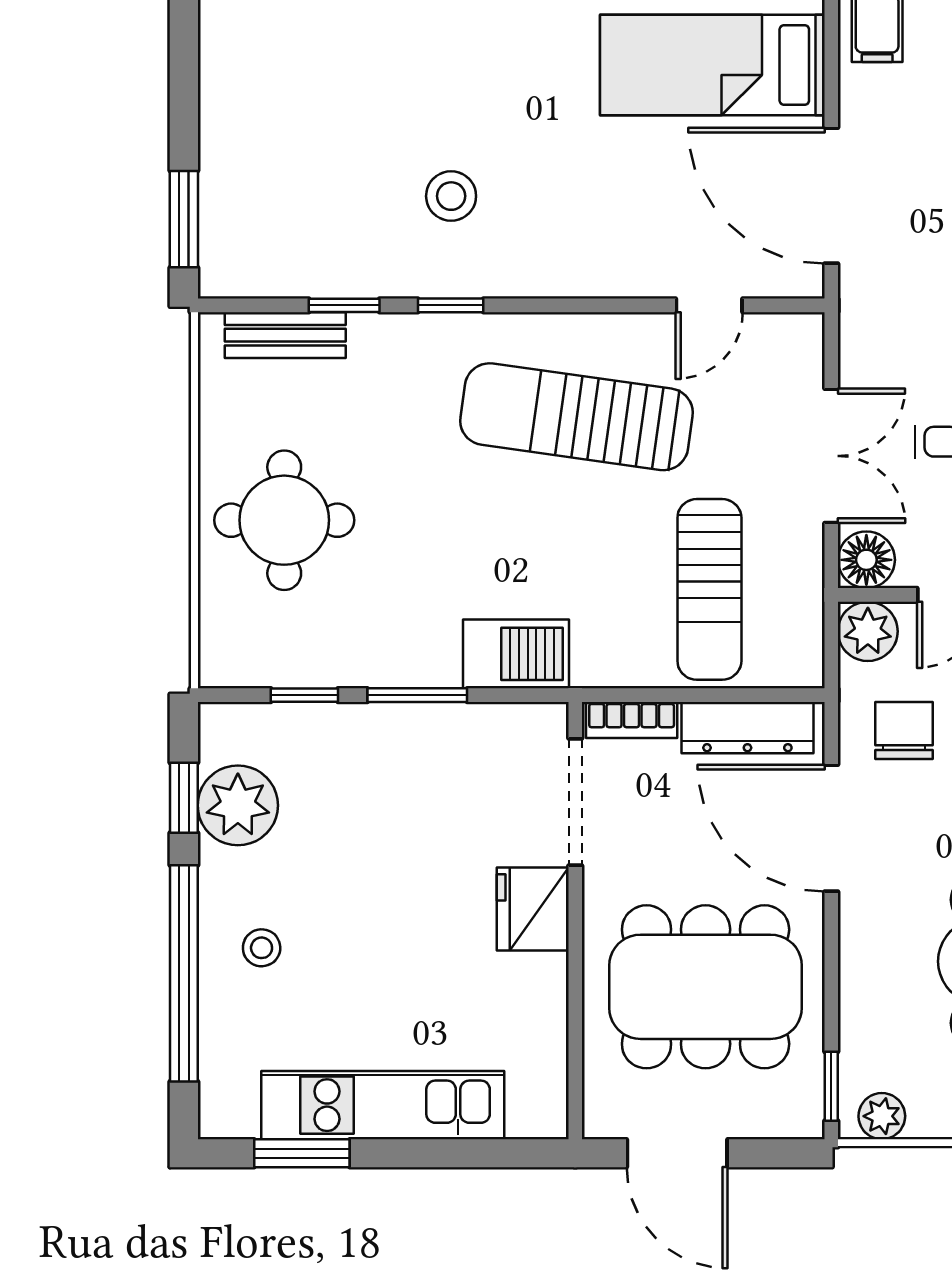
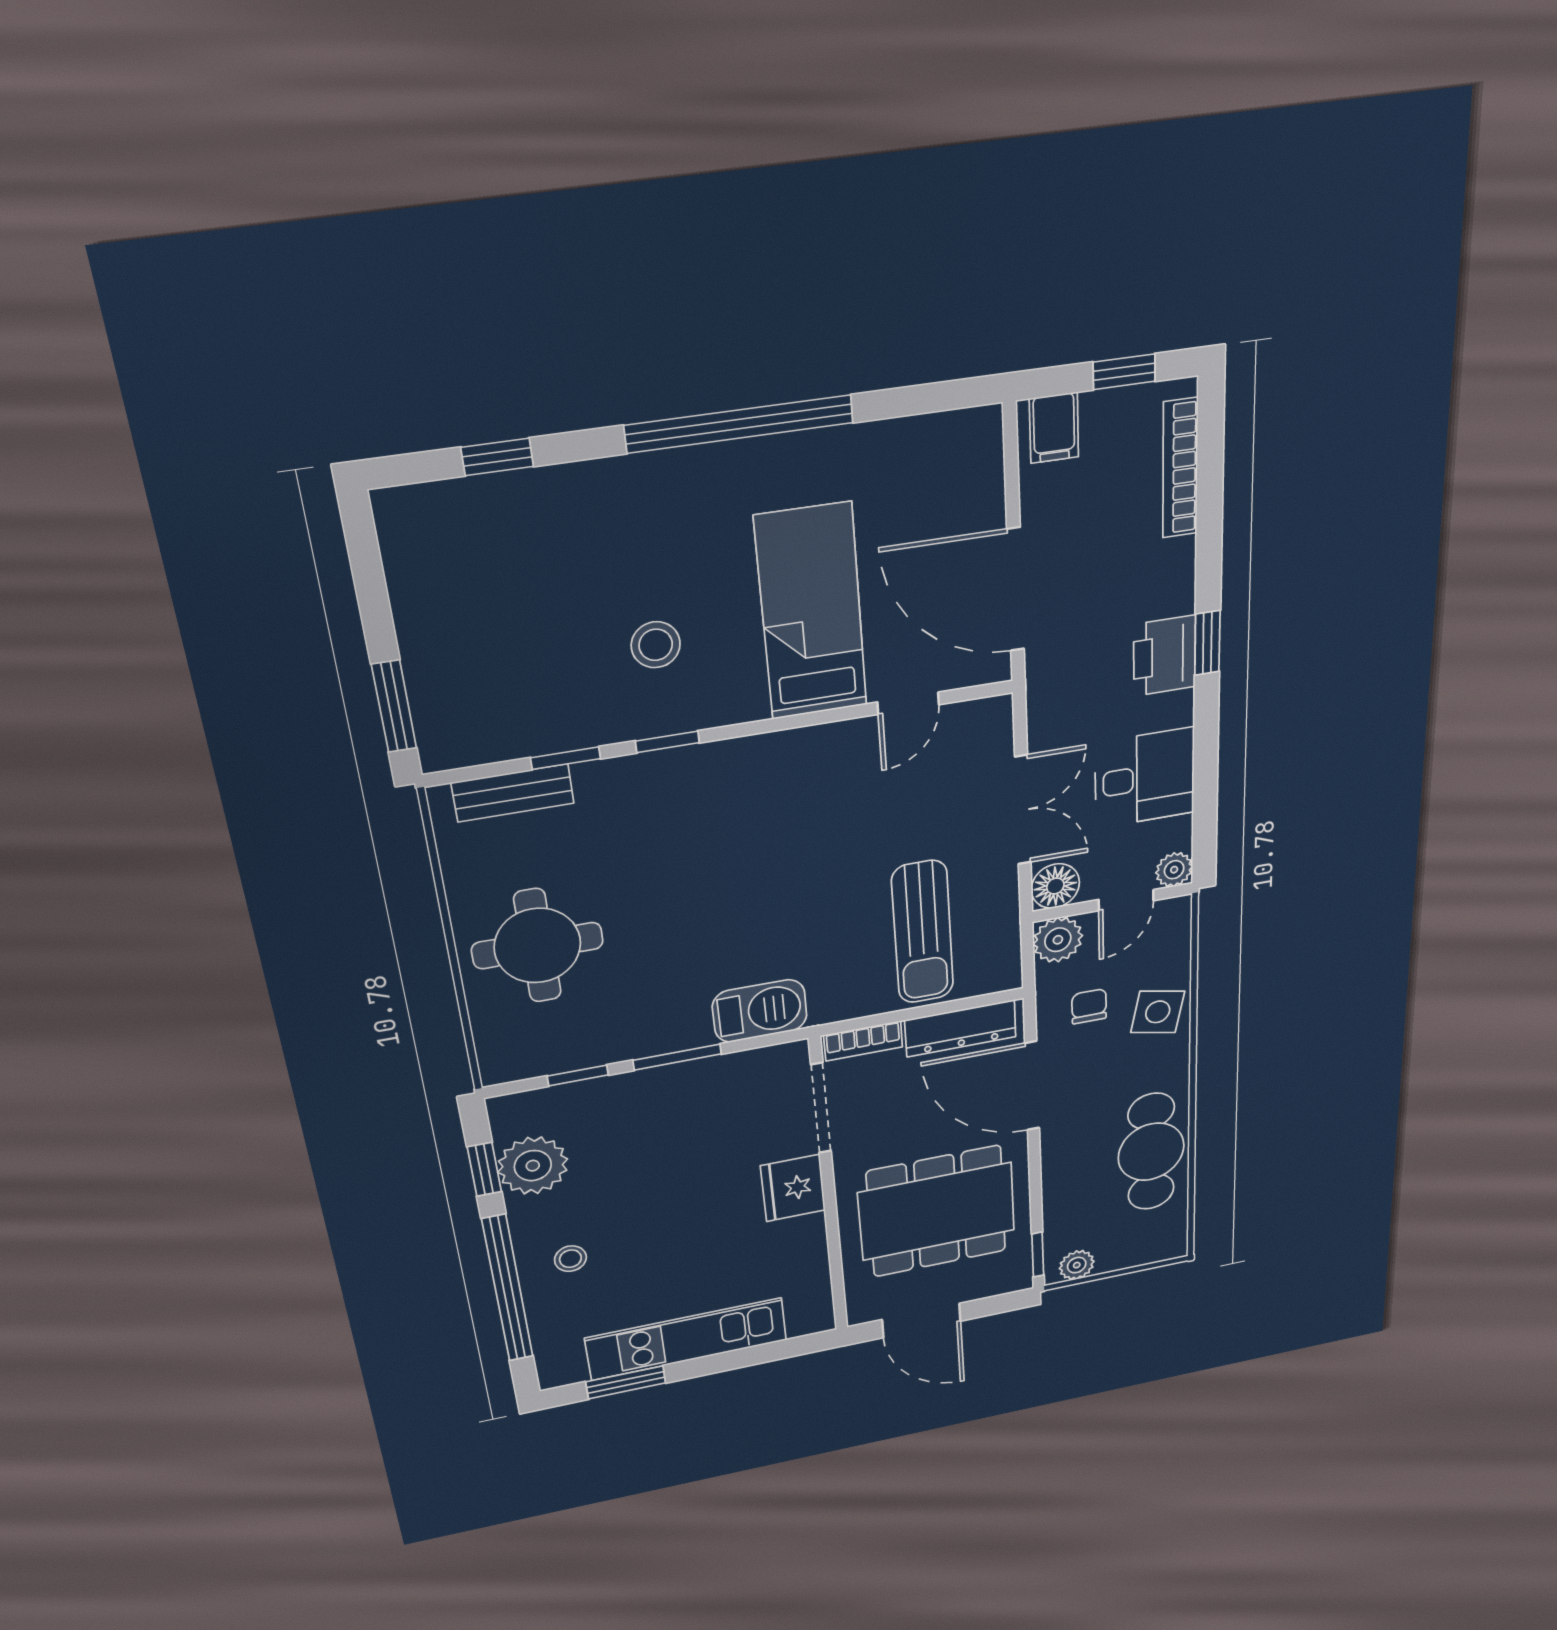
bed: (712, 65) -> (811, 612), moved, turned 90
sun lounger: (577, 417) -> (795, 816), removed
chair: (904, 730) -> (1089, 1006), width x0.73, depth x0.73

